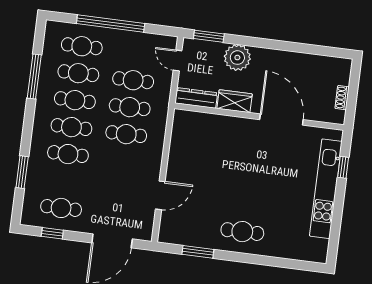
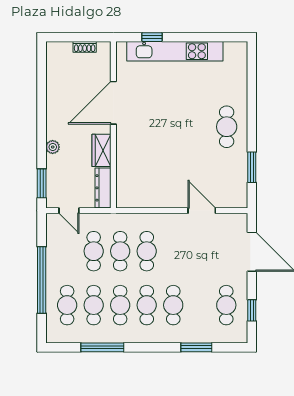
plant: (237, 58) -> (53, 147), width x0.53, depth x0.53
door: (178, 61) -> (69, 211), hinge flipped

